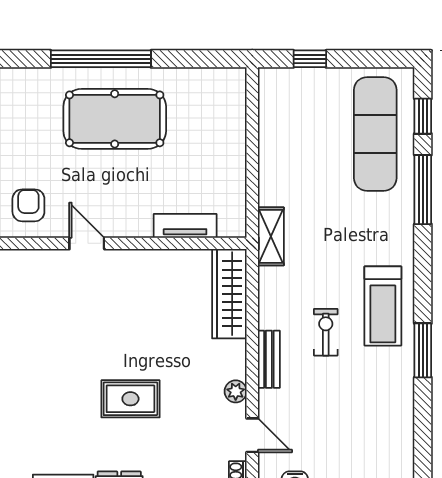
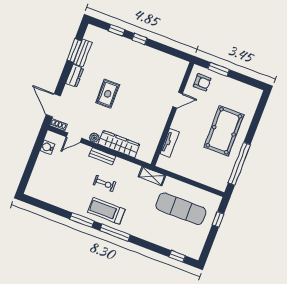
window: (101, 59) -> (239, 164), moved
exercise mat: (375, 134) -> (181, 209), moved
window: (423, 190) -> (115, 233), moved
wardrobe: (229, 294) -> (119, 144), moved

